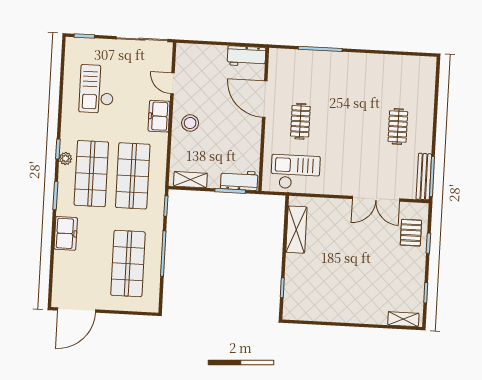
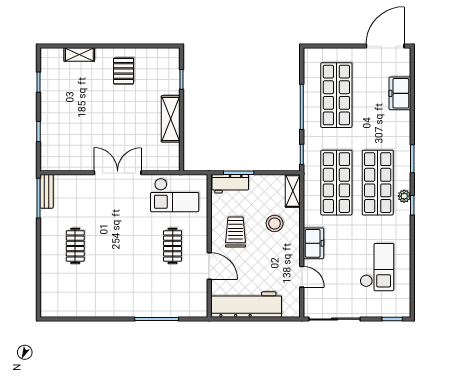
workbench: (246, 56) -> (246, 305), width x1.88, depth x1.32
door: (265, 99) -> (209, 266), width x0.73
stool: (190, 123) -> (275, 223), moved
trolley: (236, 132) -> (236, 232), added
bench: (424, 177) -> (47, 191), width x0.73
shelving: (190, 180) -> (293, 191), moved, turned 90
double door: (376, 199) -> (118, 173), moved
shelving: (296, 230) -> (171, 119), moved
freezer: (66, 233) -> (400, 93), moved
pallet: (411, 233) -> (124, 71), moved
shelving: (403, 319) -> (79, 55), moved

